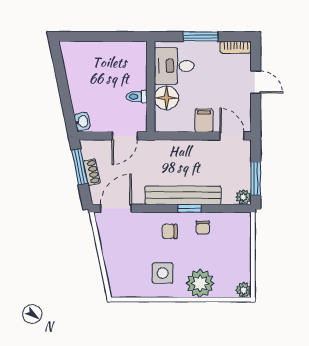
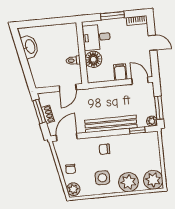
washbasin: (82, 122) -> (30, 47), moved, width x1.91, depth x1.45
window: (190, 208) -> (137, 130), moved
chair: (203, 228) -> (71, 169), moved
plant: (118, 286) -> (73, 189), added
plant: (243, 290) -> (153, 180), width x1.88, depth x1.88

